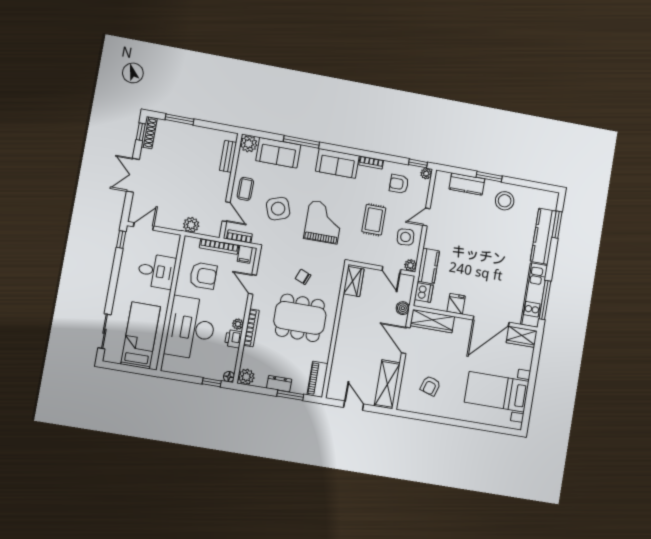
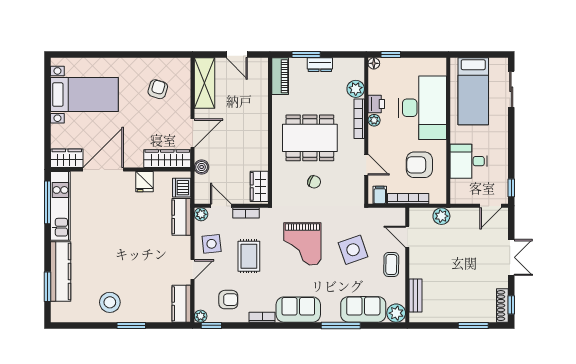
kitchen counter: (467, 184) -> (181, 304), moved, turned -90
bookcase: (239, 236) -> (246, 213), moved
door: (406, 340) -> (193, 133), hinge flipped
plant: (246, 377) -> (356, 89), moved

